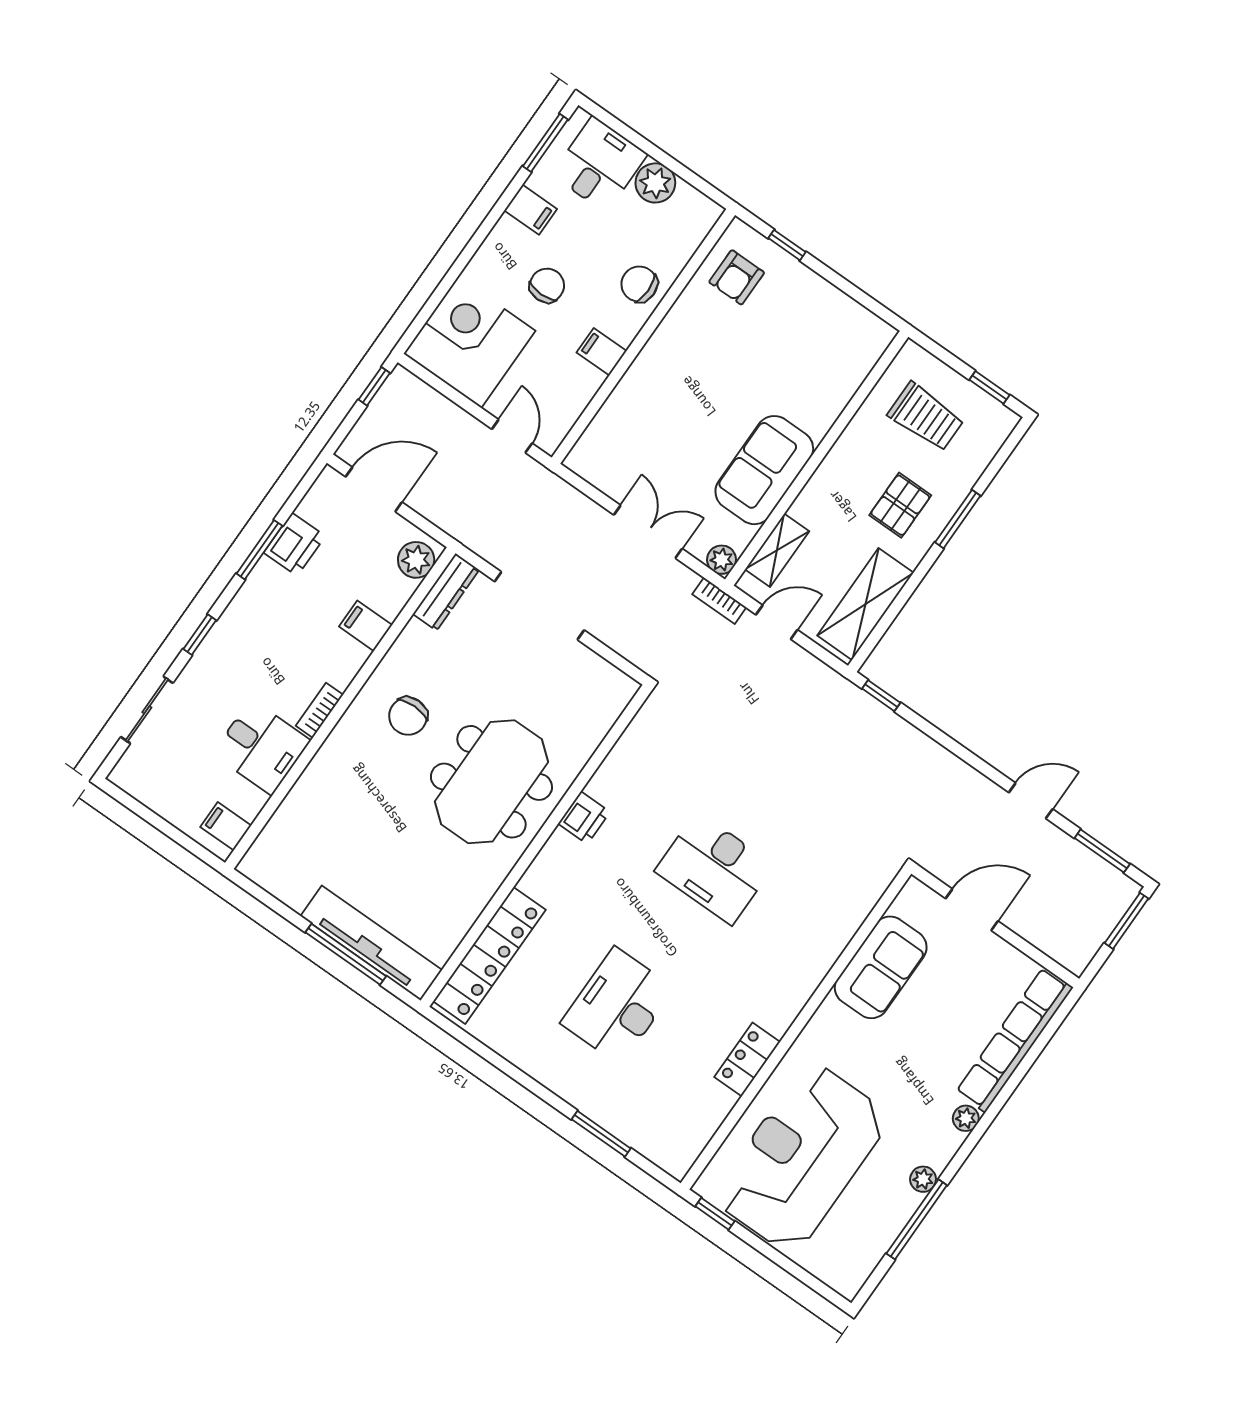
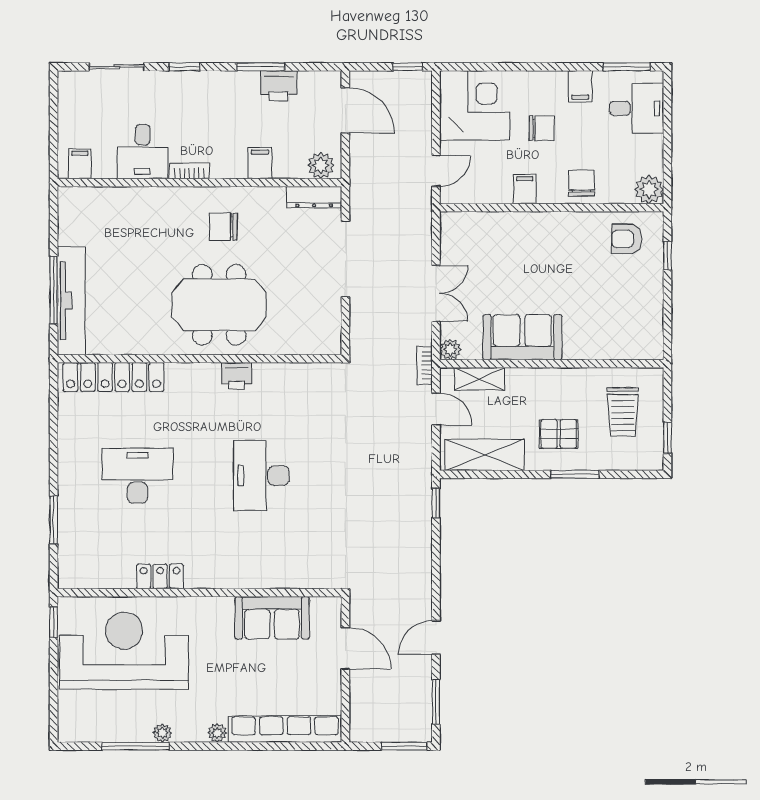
plant: (655, 183) -> (649, 189), moved
door: (1031, 801) -> (436, 638), swing flipped

